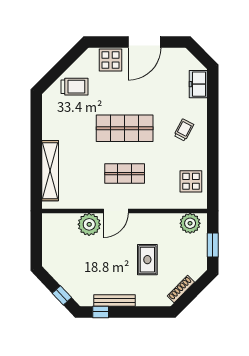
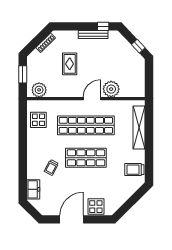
trolley: (75, 87) -> (134, 170), moved
trolley: (184, 130) -> (51, 167), moved
shop shelf: (125, 174) -> (86, 125), width x2.00, depth x1.36
window: (62, 295) -> (138, 46), moved

